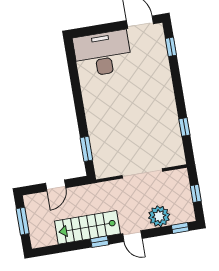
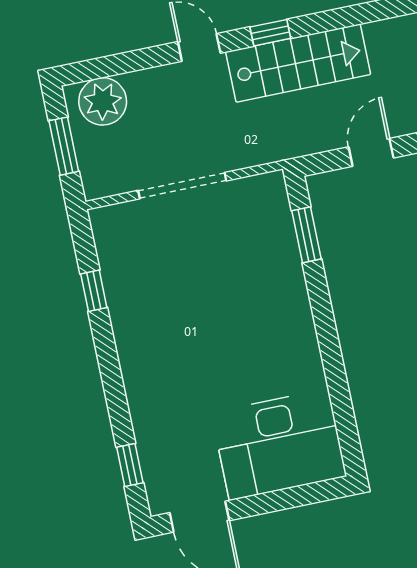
window: (196, 193) -> (64, 146), width x1.50
plant: (159, 216) -> (103, 101), moved
window: (180, 228) -> (95, 69), removed

